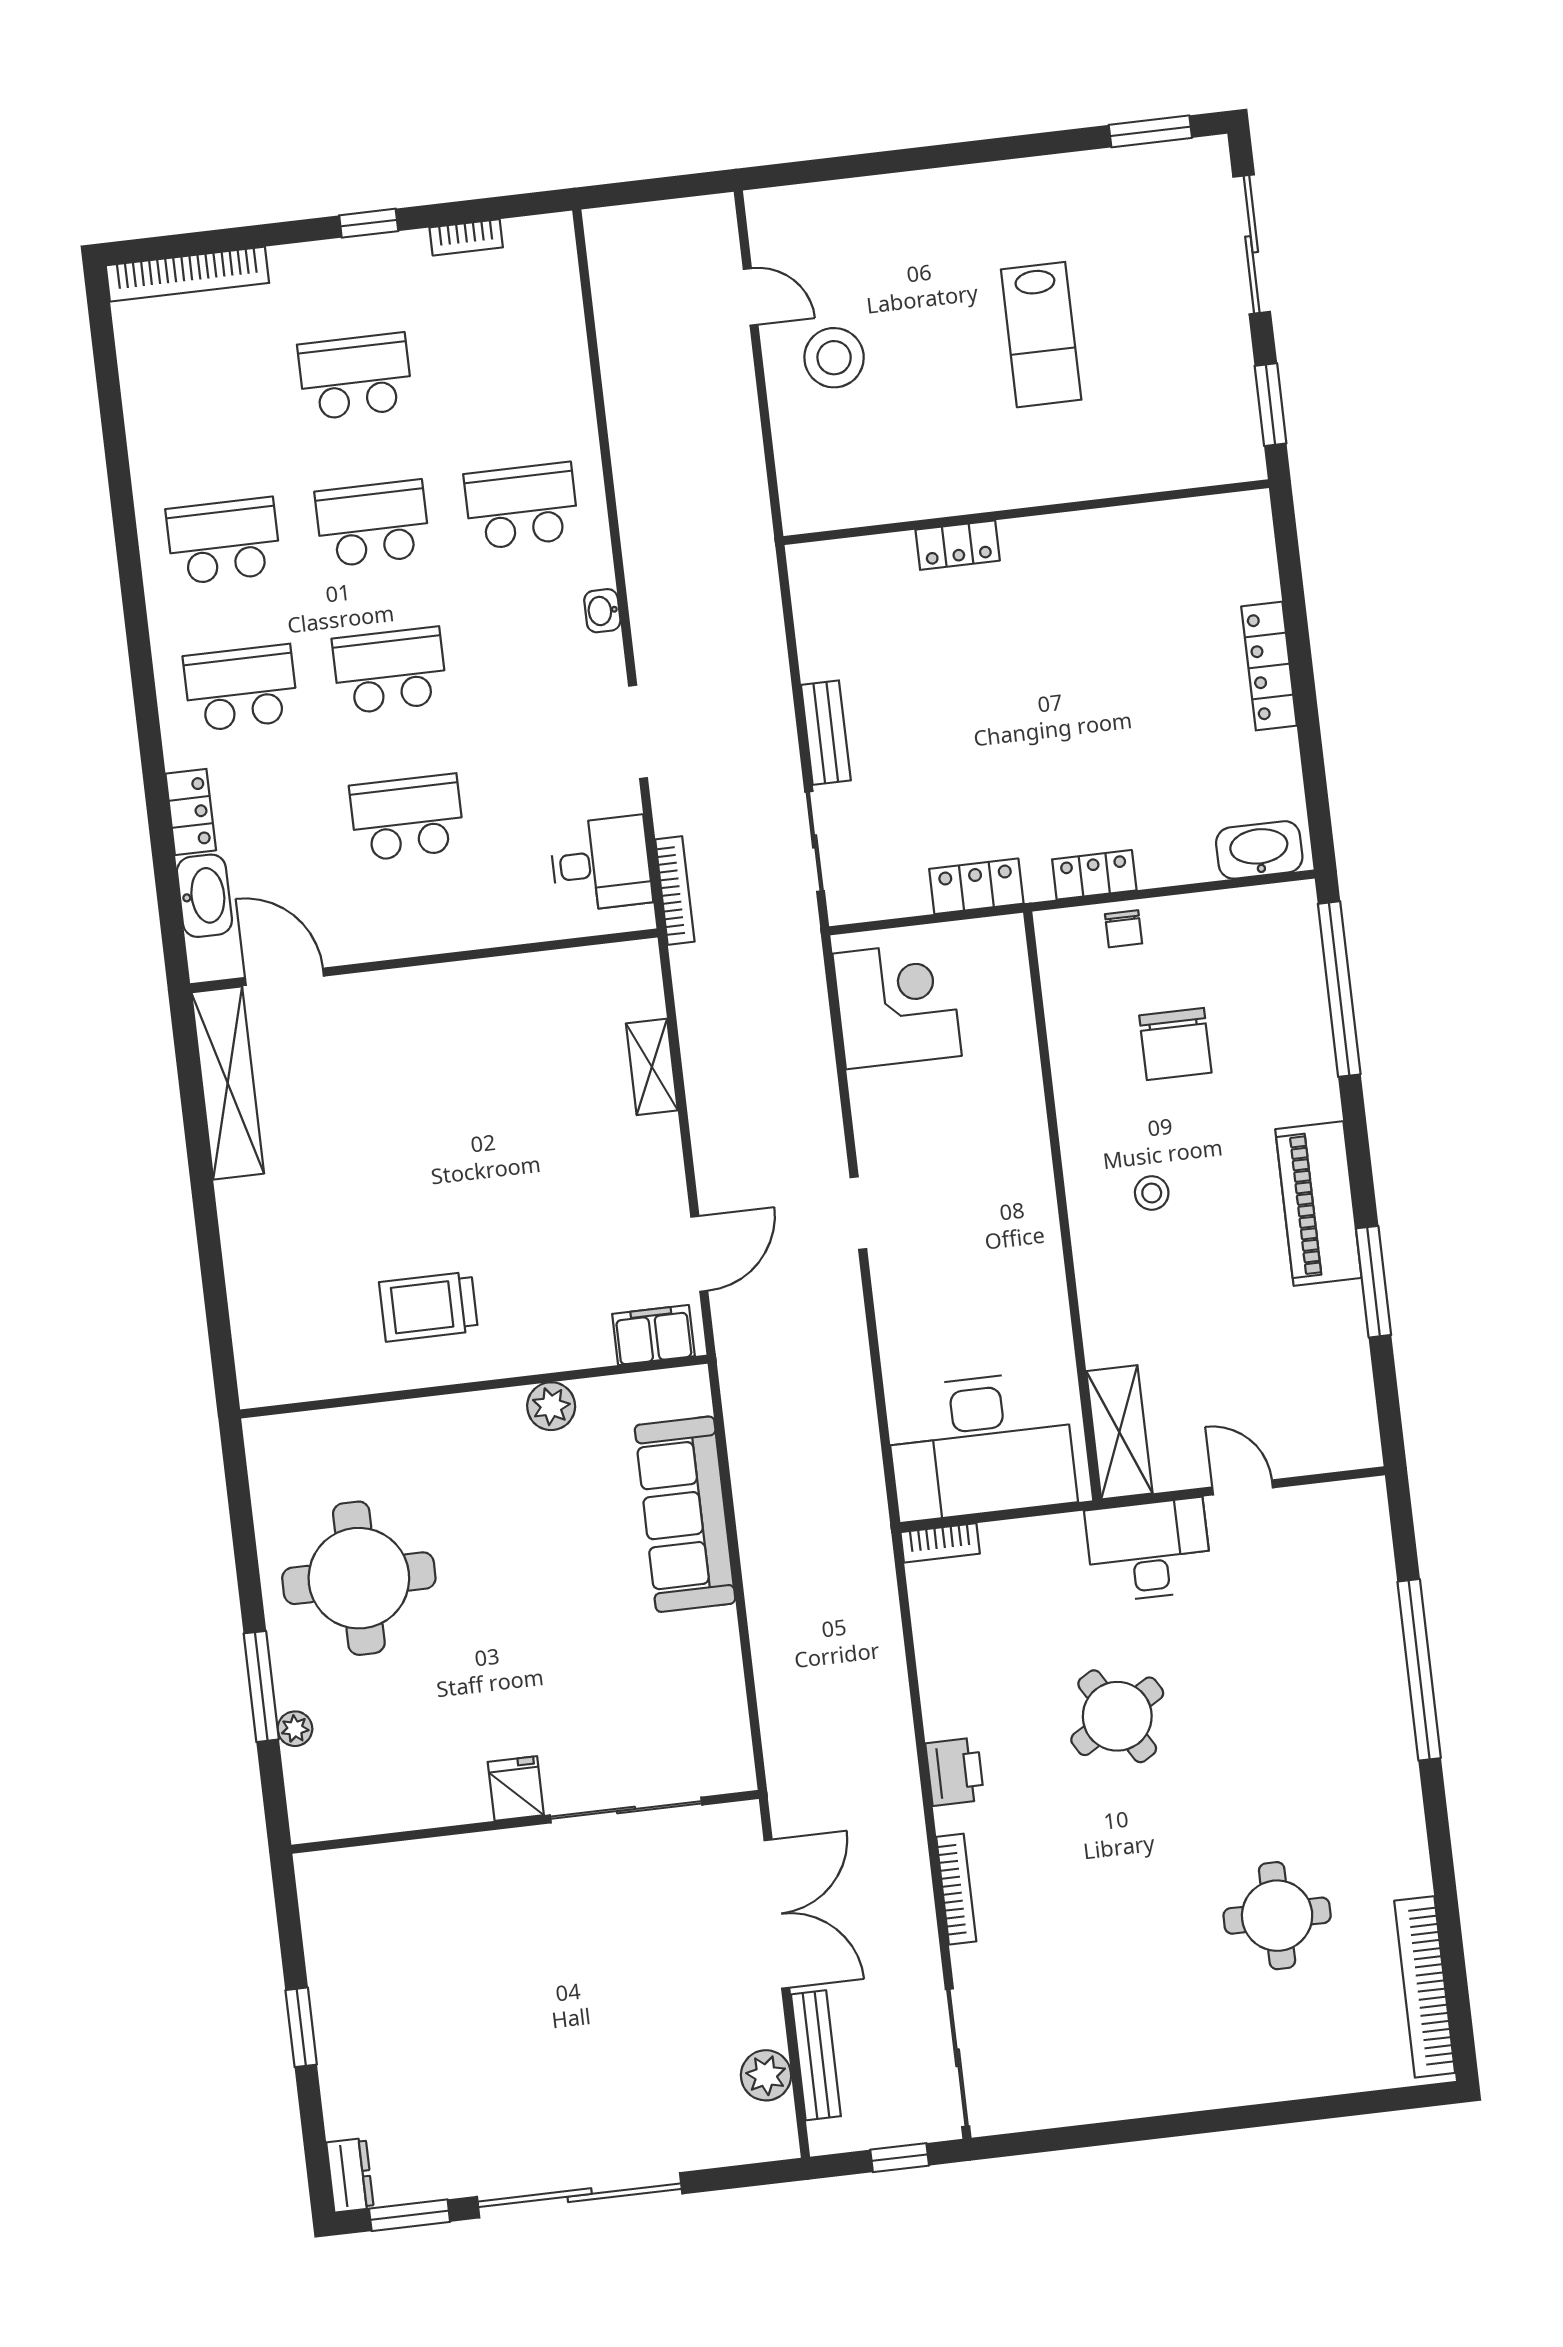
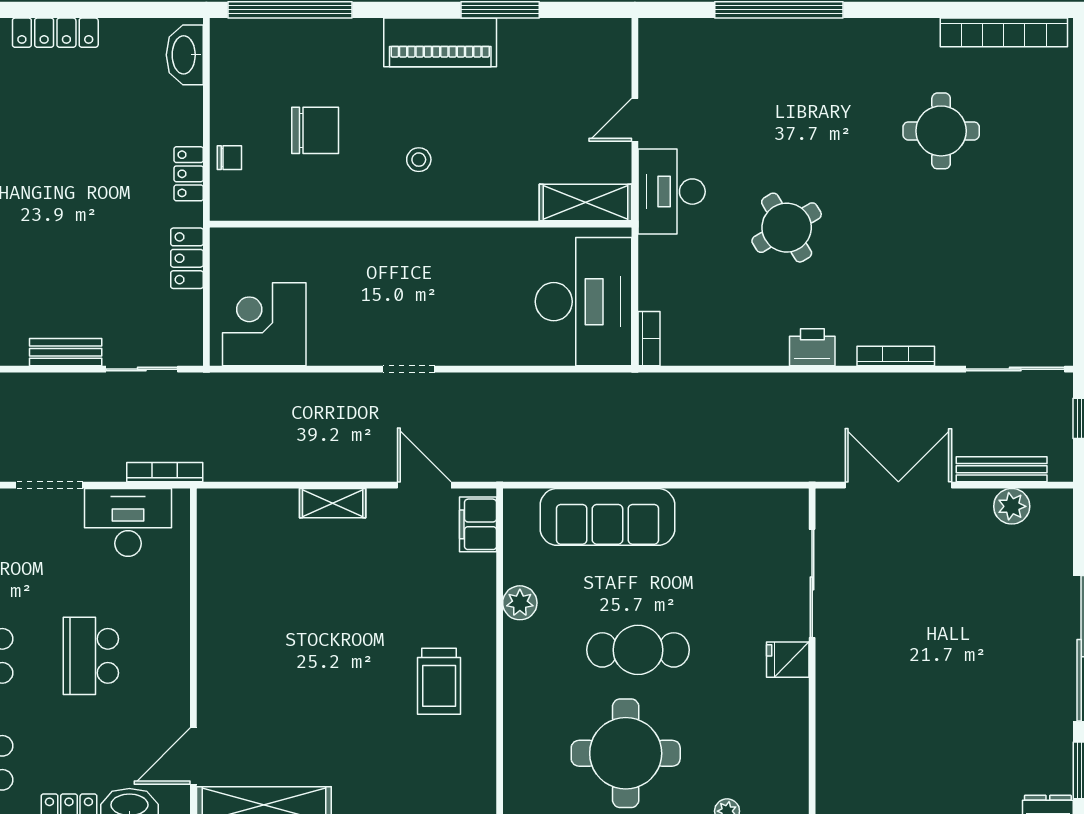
desk: (601, 864) -> (128, 522), width x1.37
shelving: (652, 1067) -> (333, 503), moved
cafe table: (505, 1578) -> (638, 650), added

